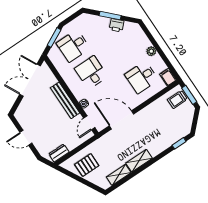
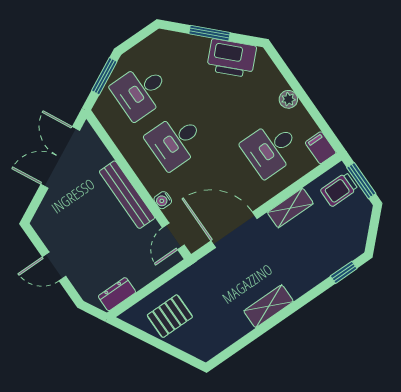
printer: (117, 25) -> (232, 58), width x1.87, depth x1.48
desk: (91, 72) -> (175, 141), turned -90
shelving: (119, 175) -> (290, 208), moved

